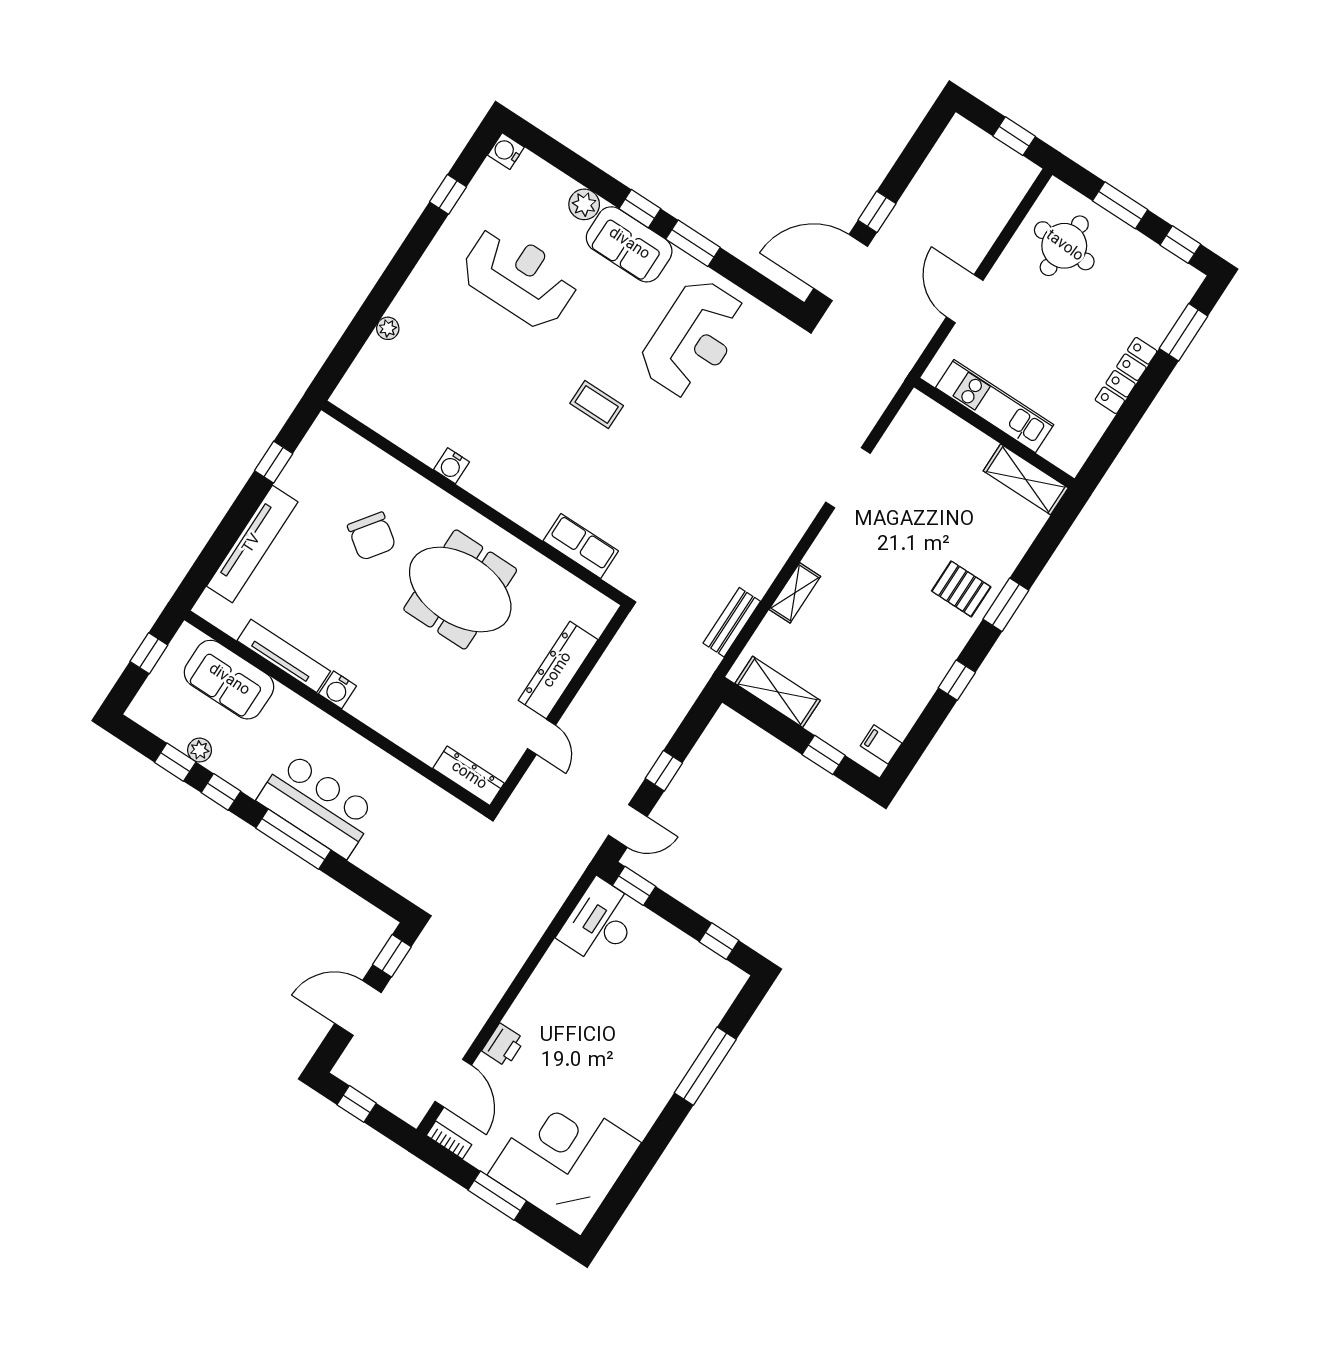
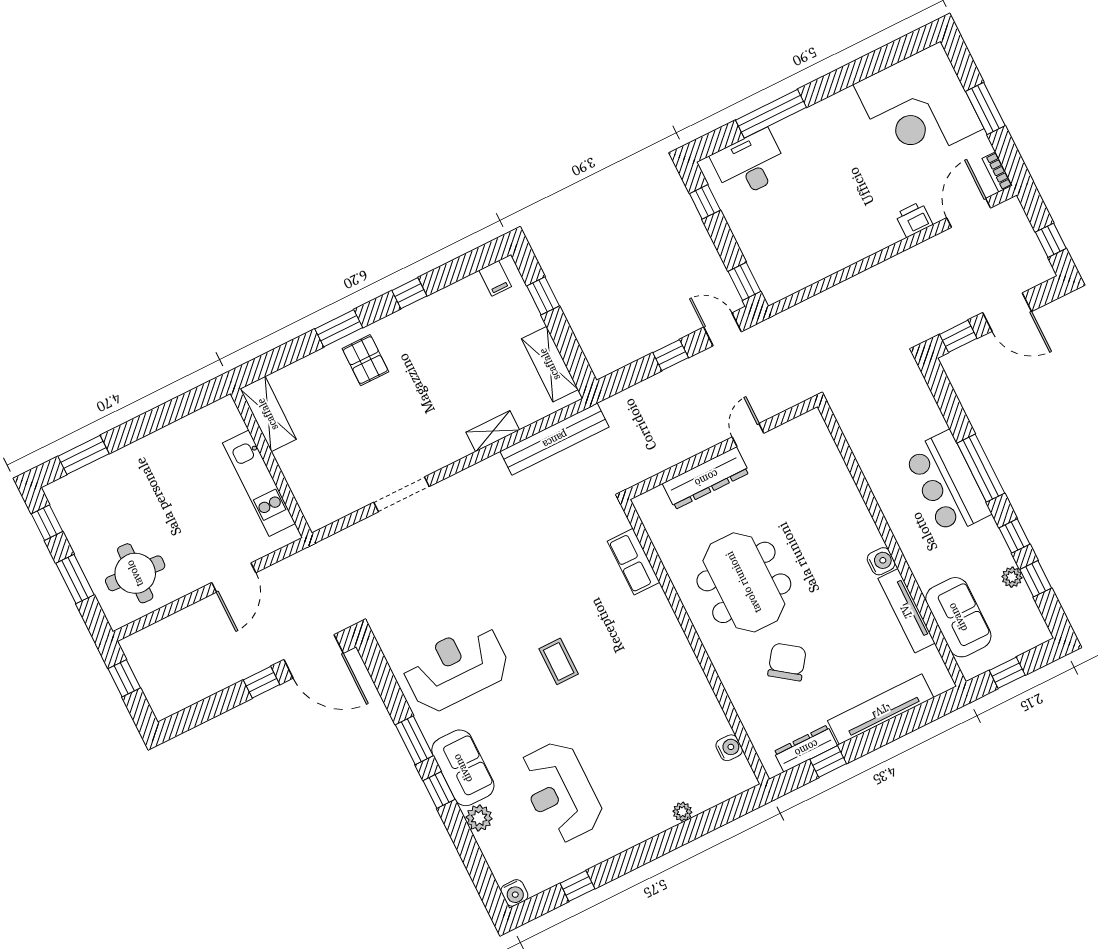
locker: (1126, 376) -> (146, 448), removed
water cooler: (451, 466) -> (729, 748), moved
bench: (732, 622) -> (555, 439), width x1.86, depth x1.21
dresser: (469, 776) -> (806, 748), moved, turned 90
desk: (600, 922) -> (750, 164), moved, turned 180

